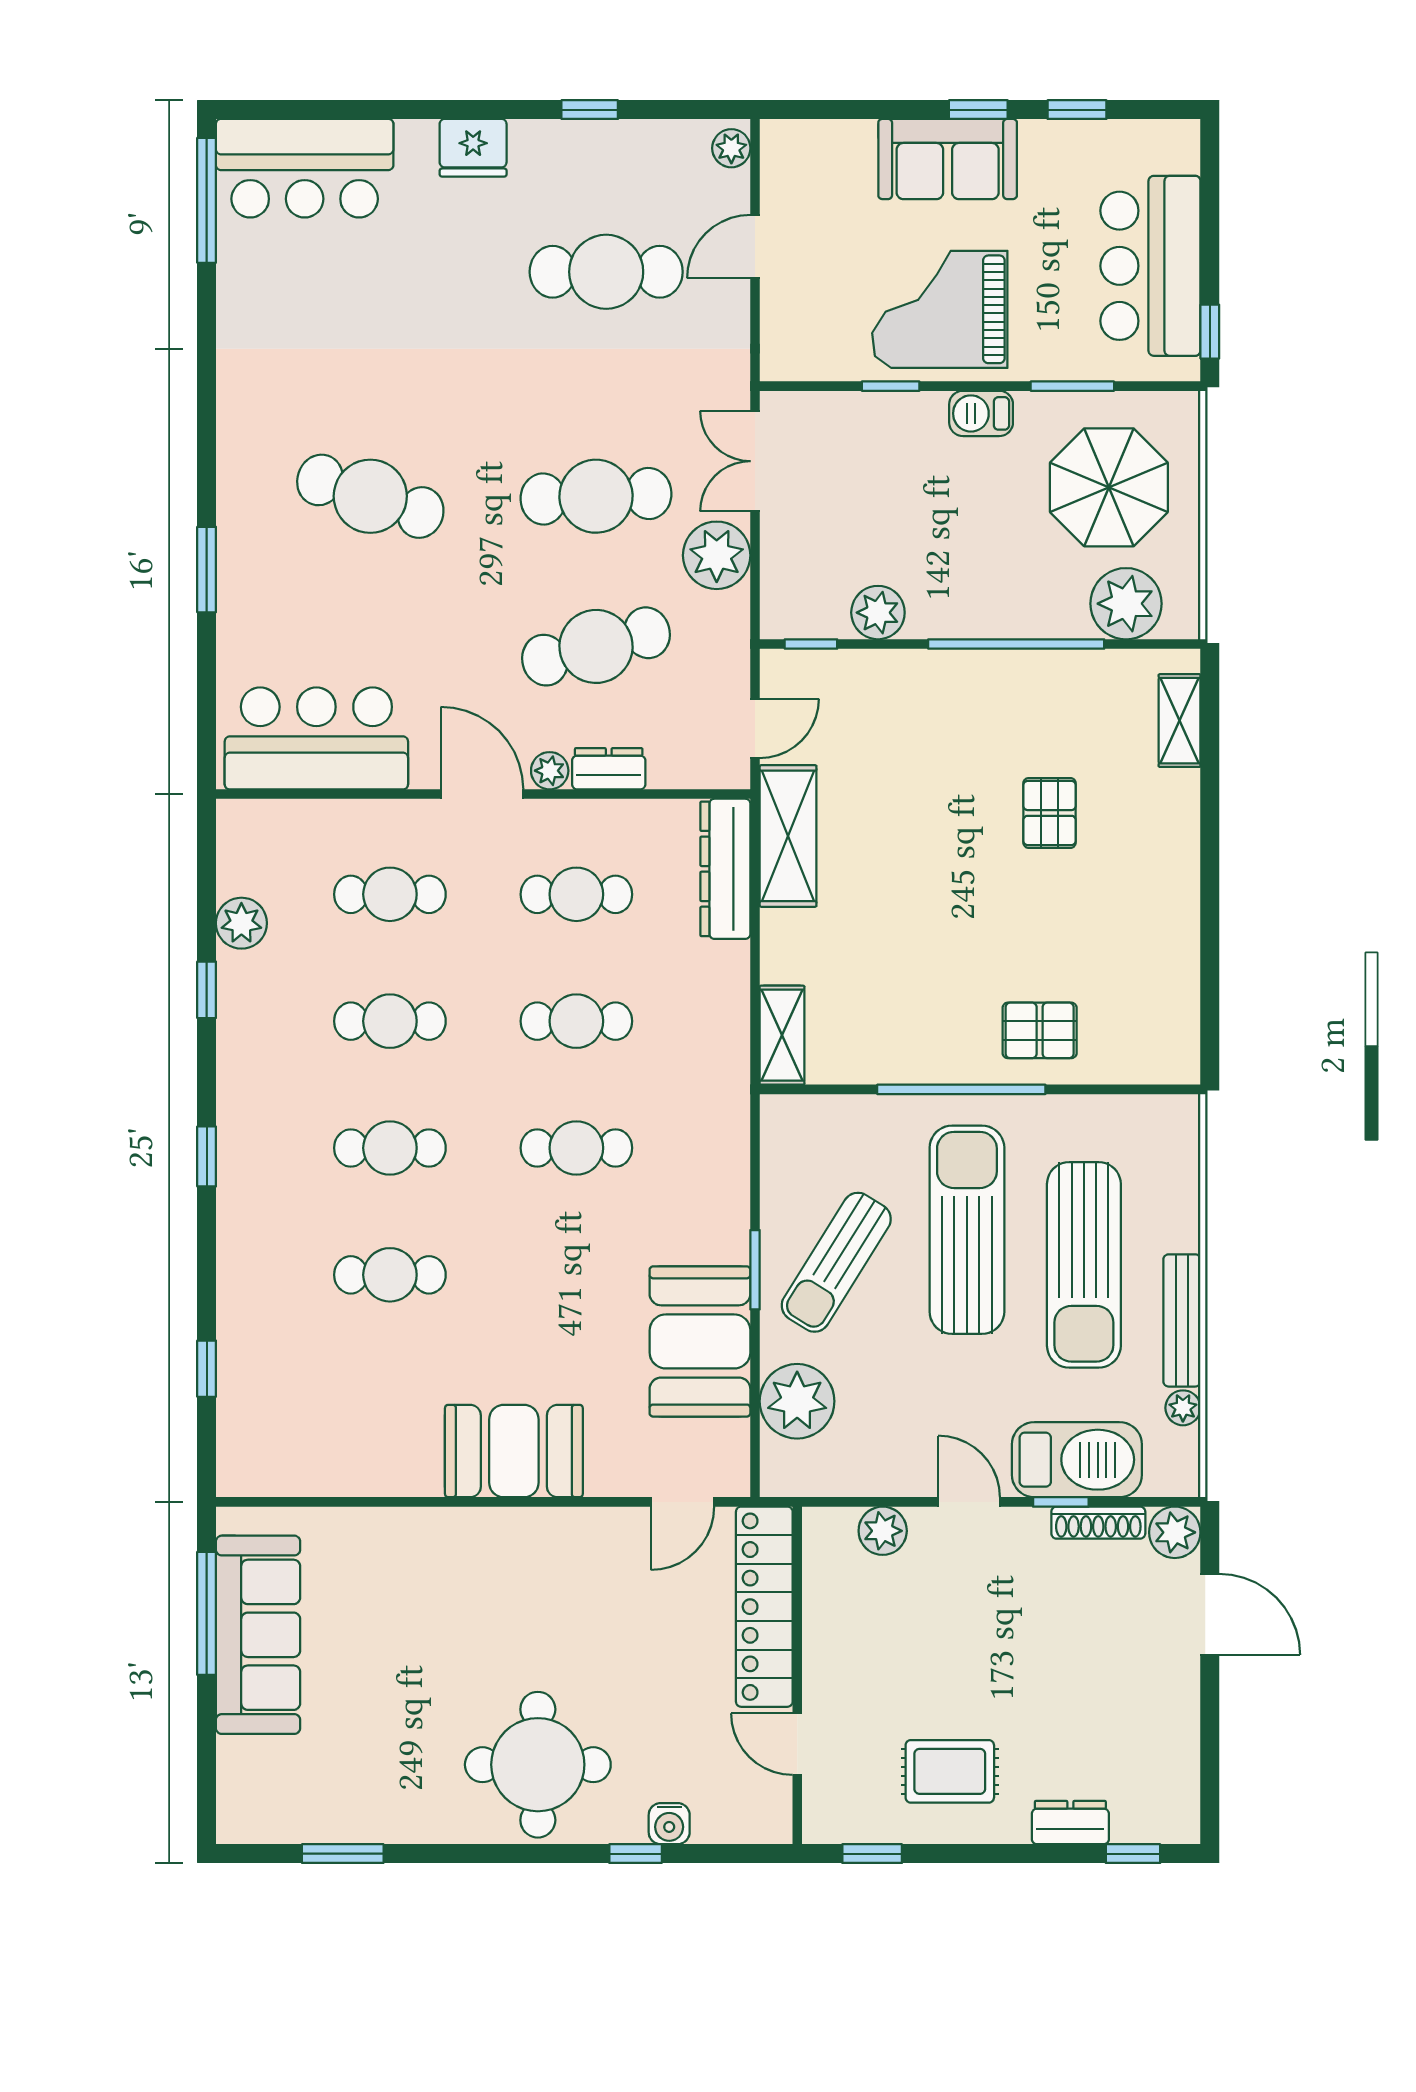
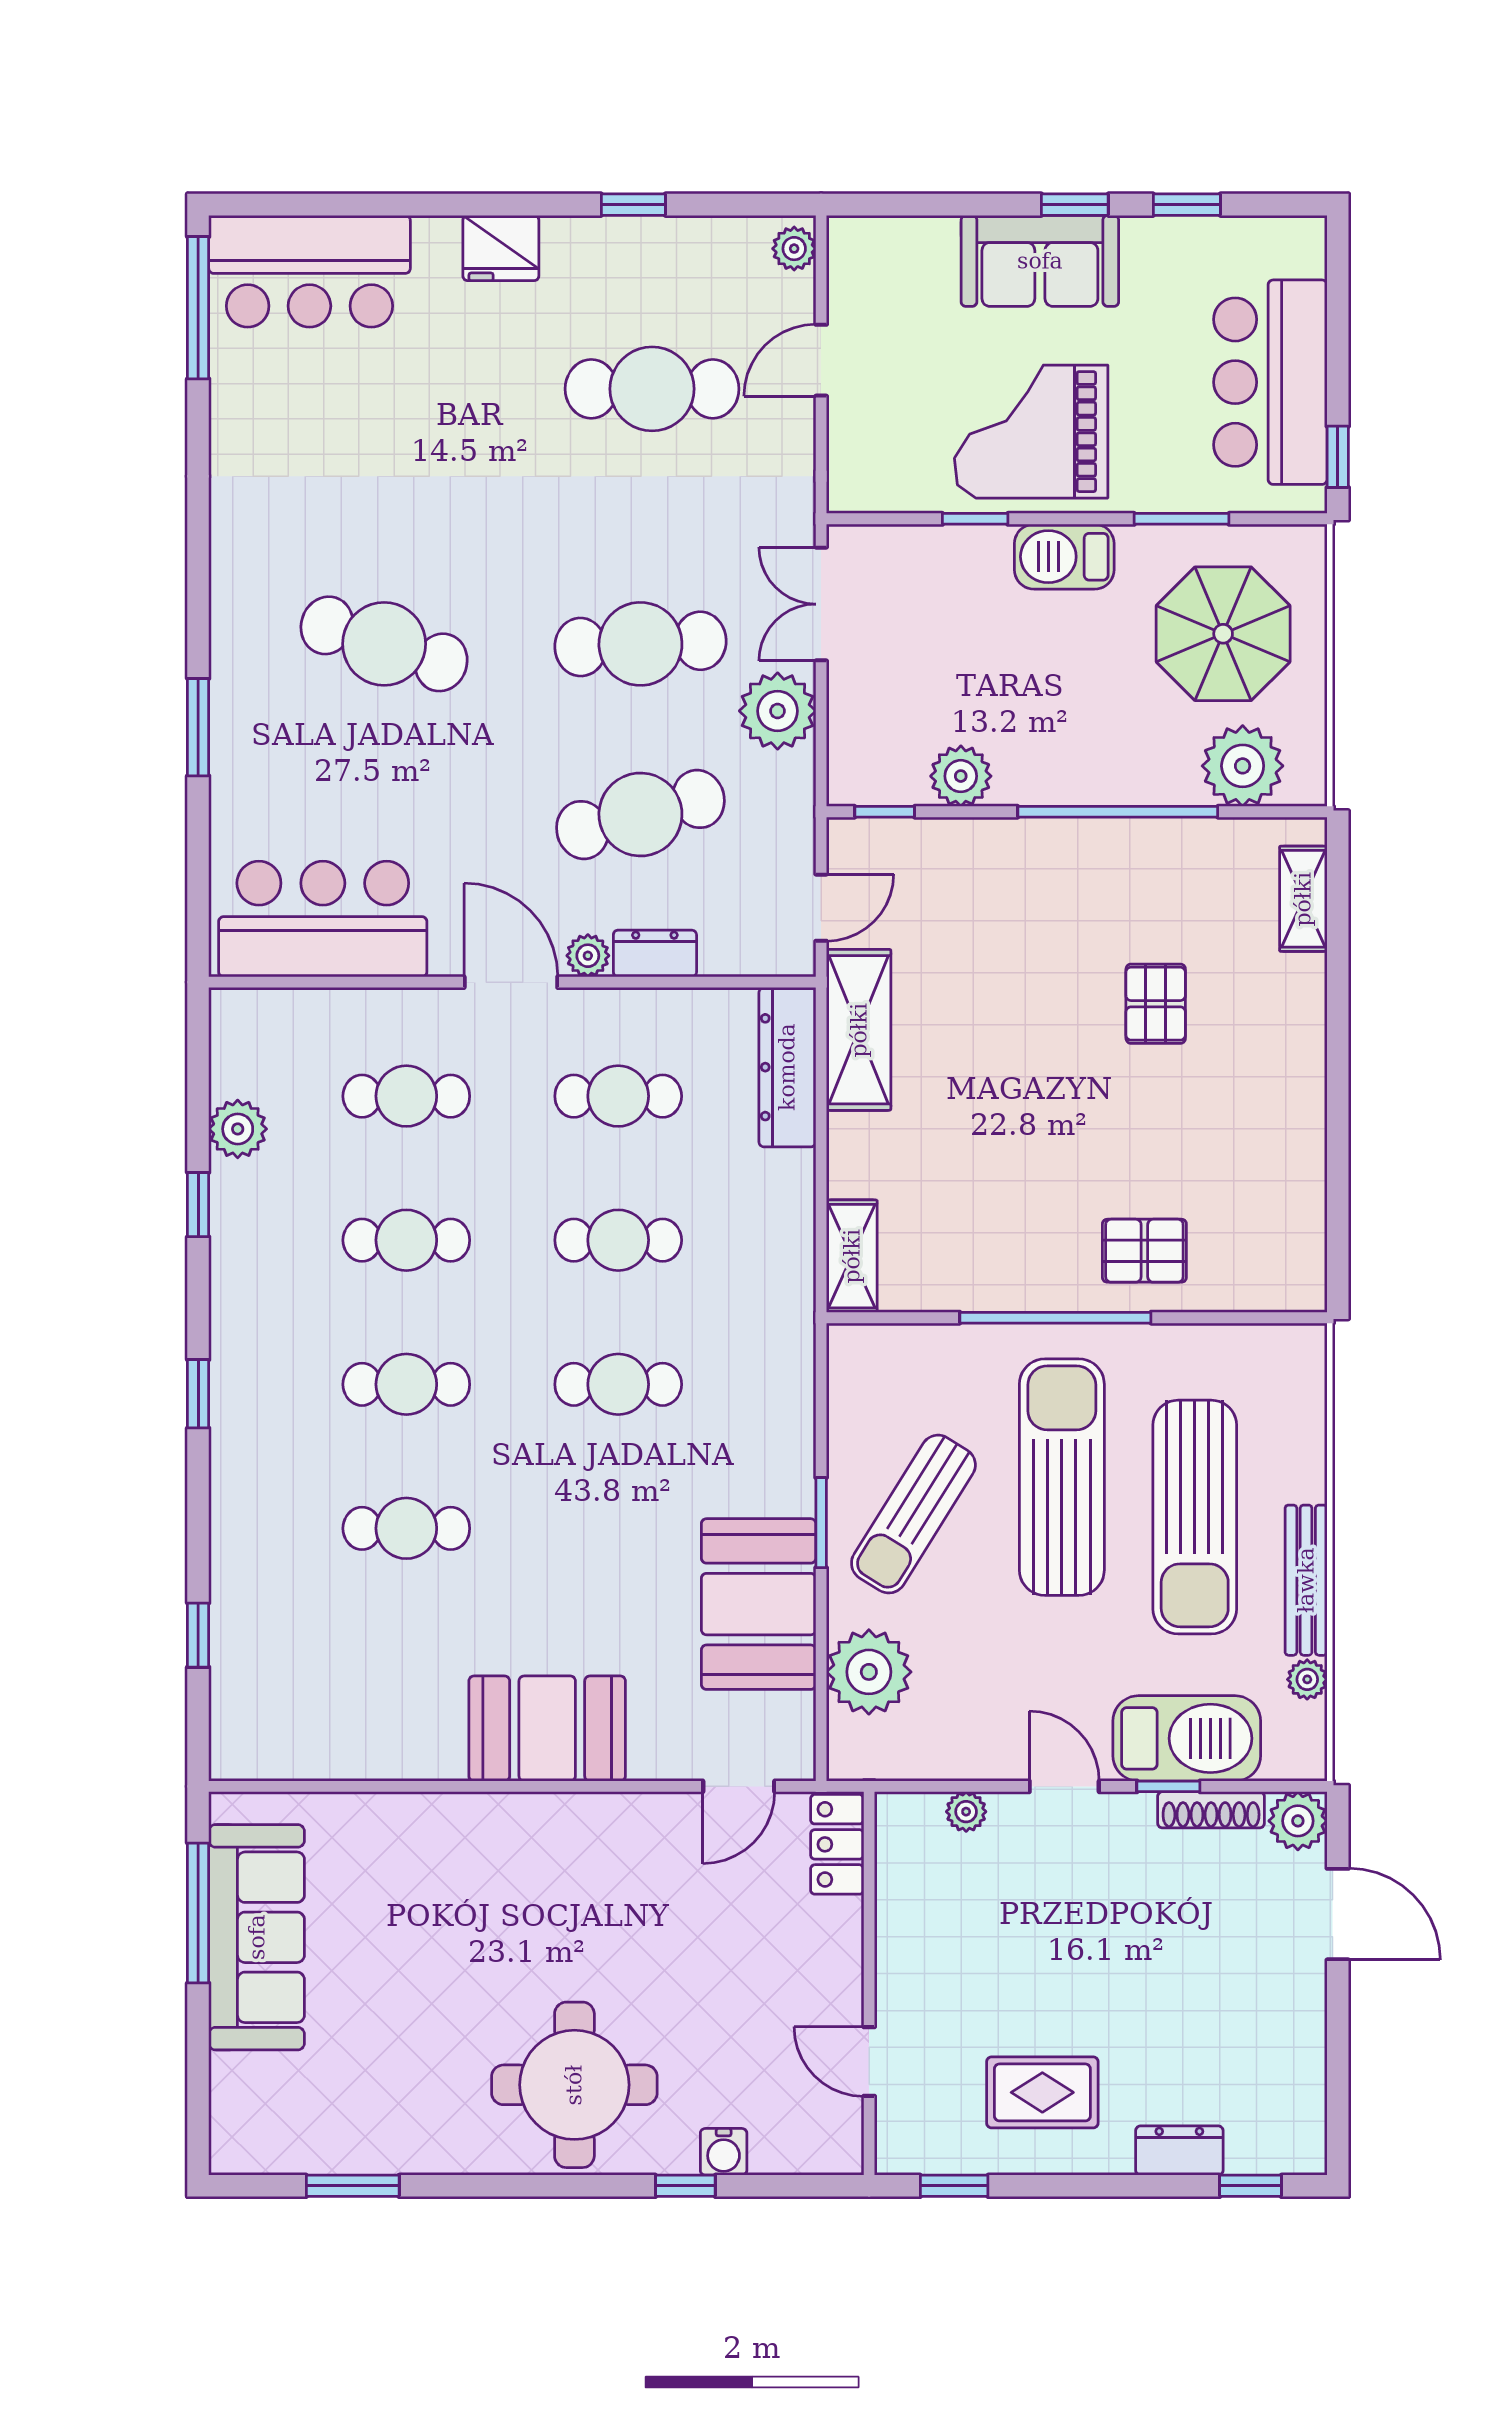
barbecue: (981, 413) -> (1064, 557), width x1.38, depth x1.27
plant: (883, 1531) -> (966, 1812), width x0.73, depth x0.73
locker: (764, 1607) -> (837, 1844), width x0.46, depth x0.83

